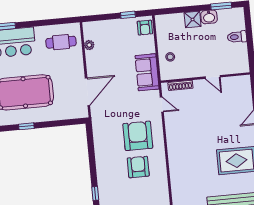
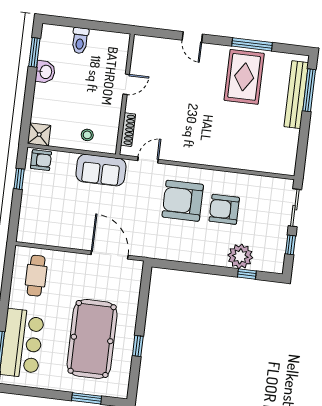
shower: (193, 19) -> (39, 135), moved
plant: (89, 45) -> (240, 256), moved, width x1.88, depth x1.88

